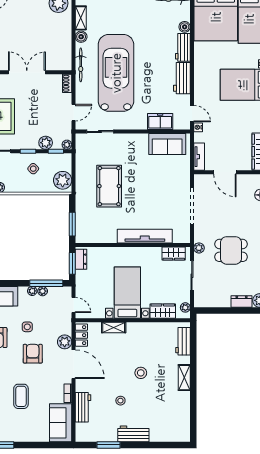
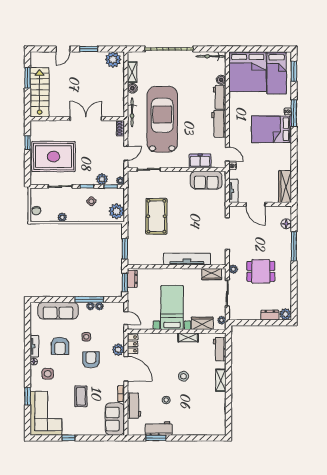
window: (46, 283) -> (89, 299), moved
shelving: (114, 327) -> (188, 337), moved
workbench: (133, 434) -> (159, 428), moved

